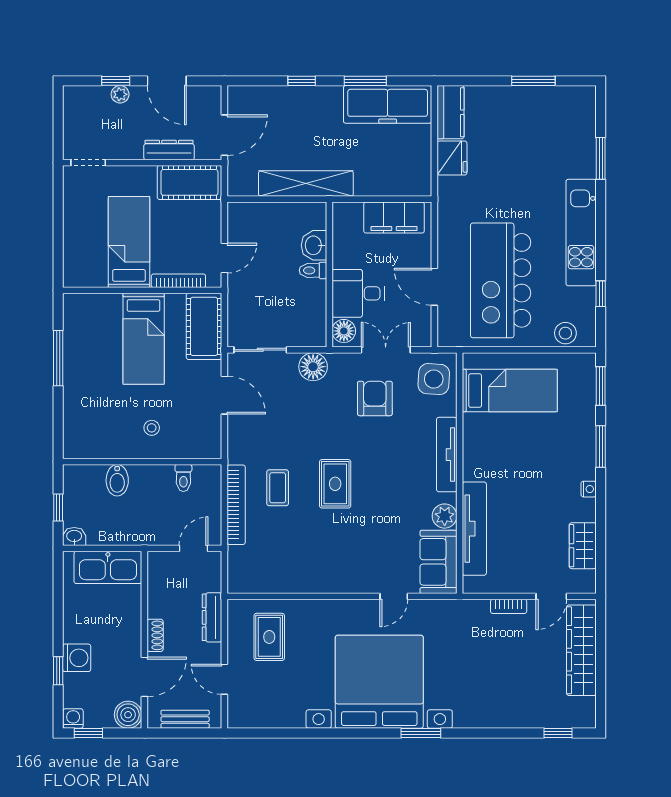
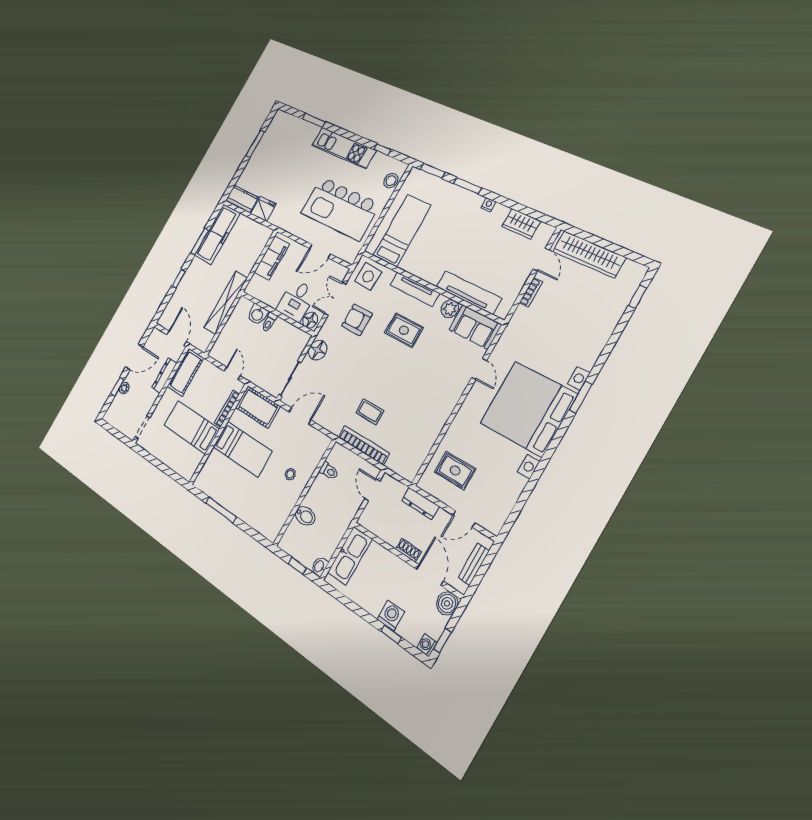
rug: (335, 484) -> (404, 330), moved

